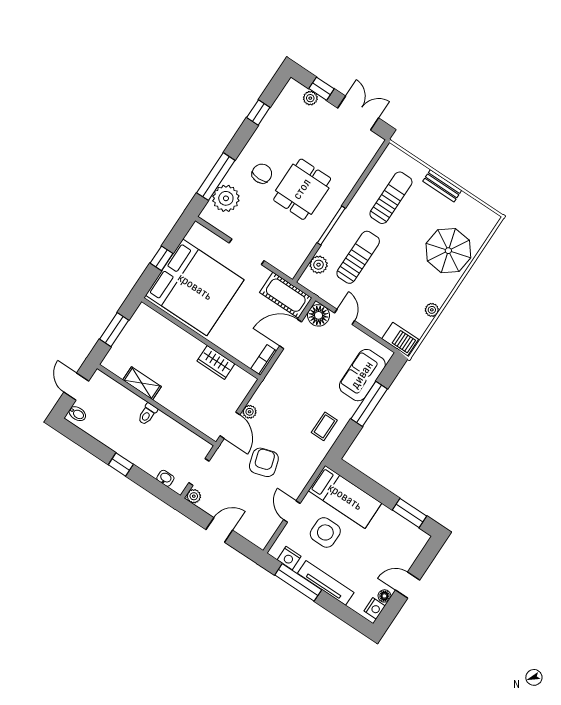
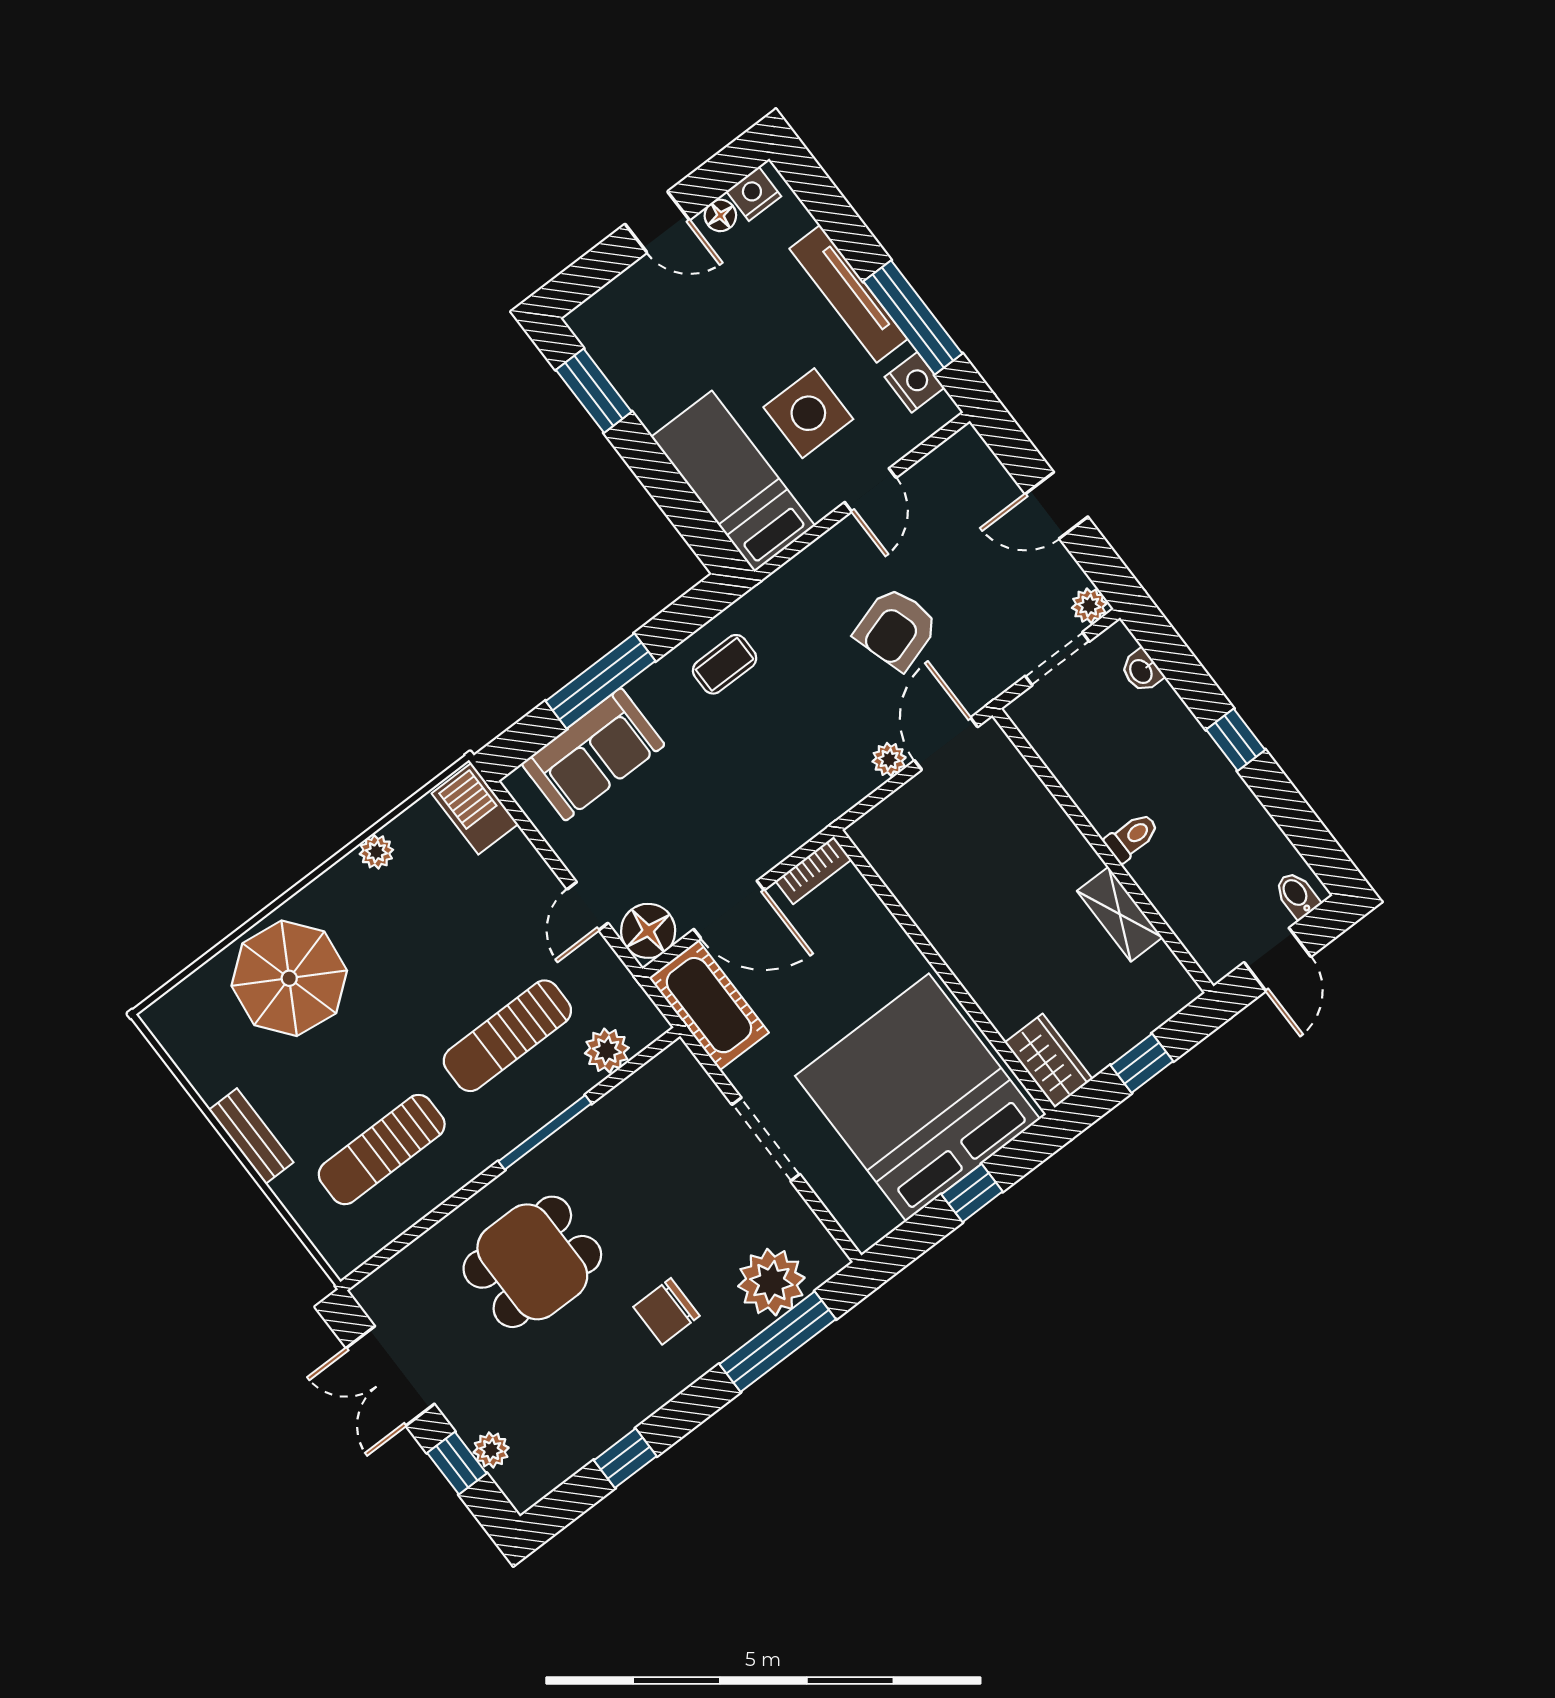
dining table: (302, 189) -> (532, 1262), moved
window: (114, 330) -> (1142, 1063), width x0.67
wardrobe: (216, 362) -> (1049, 1061), moved

